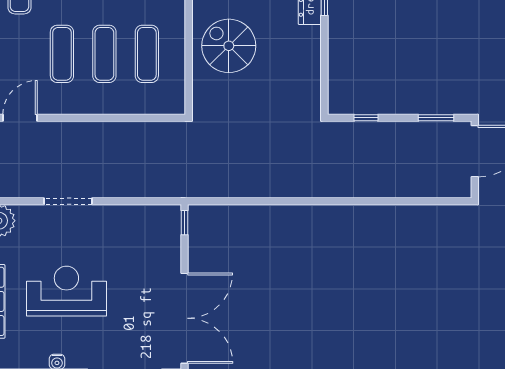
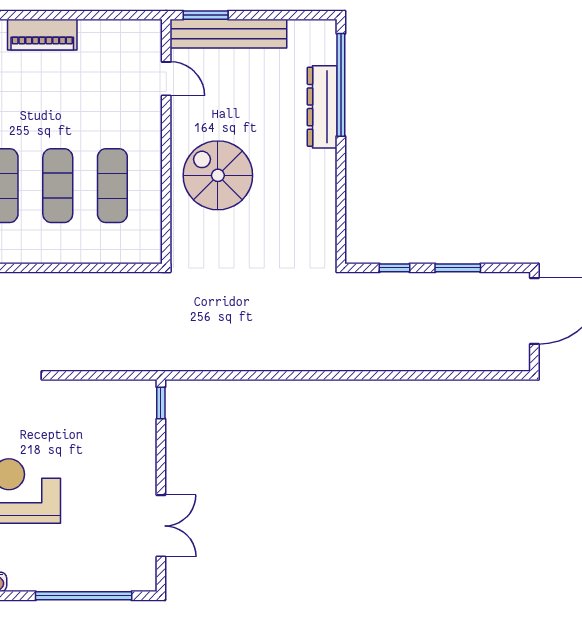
window: (436, 118) -> (458, 268), moved
double door: (184, 318) -> (161, 526), width x0.54

